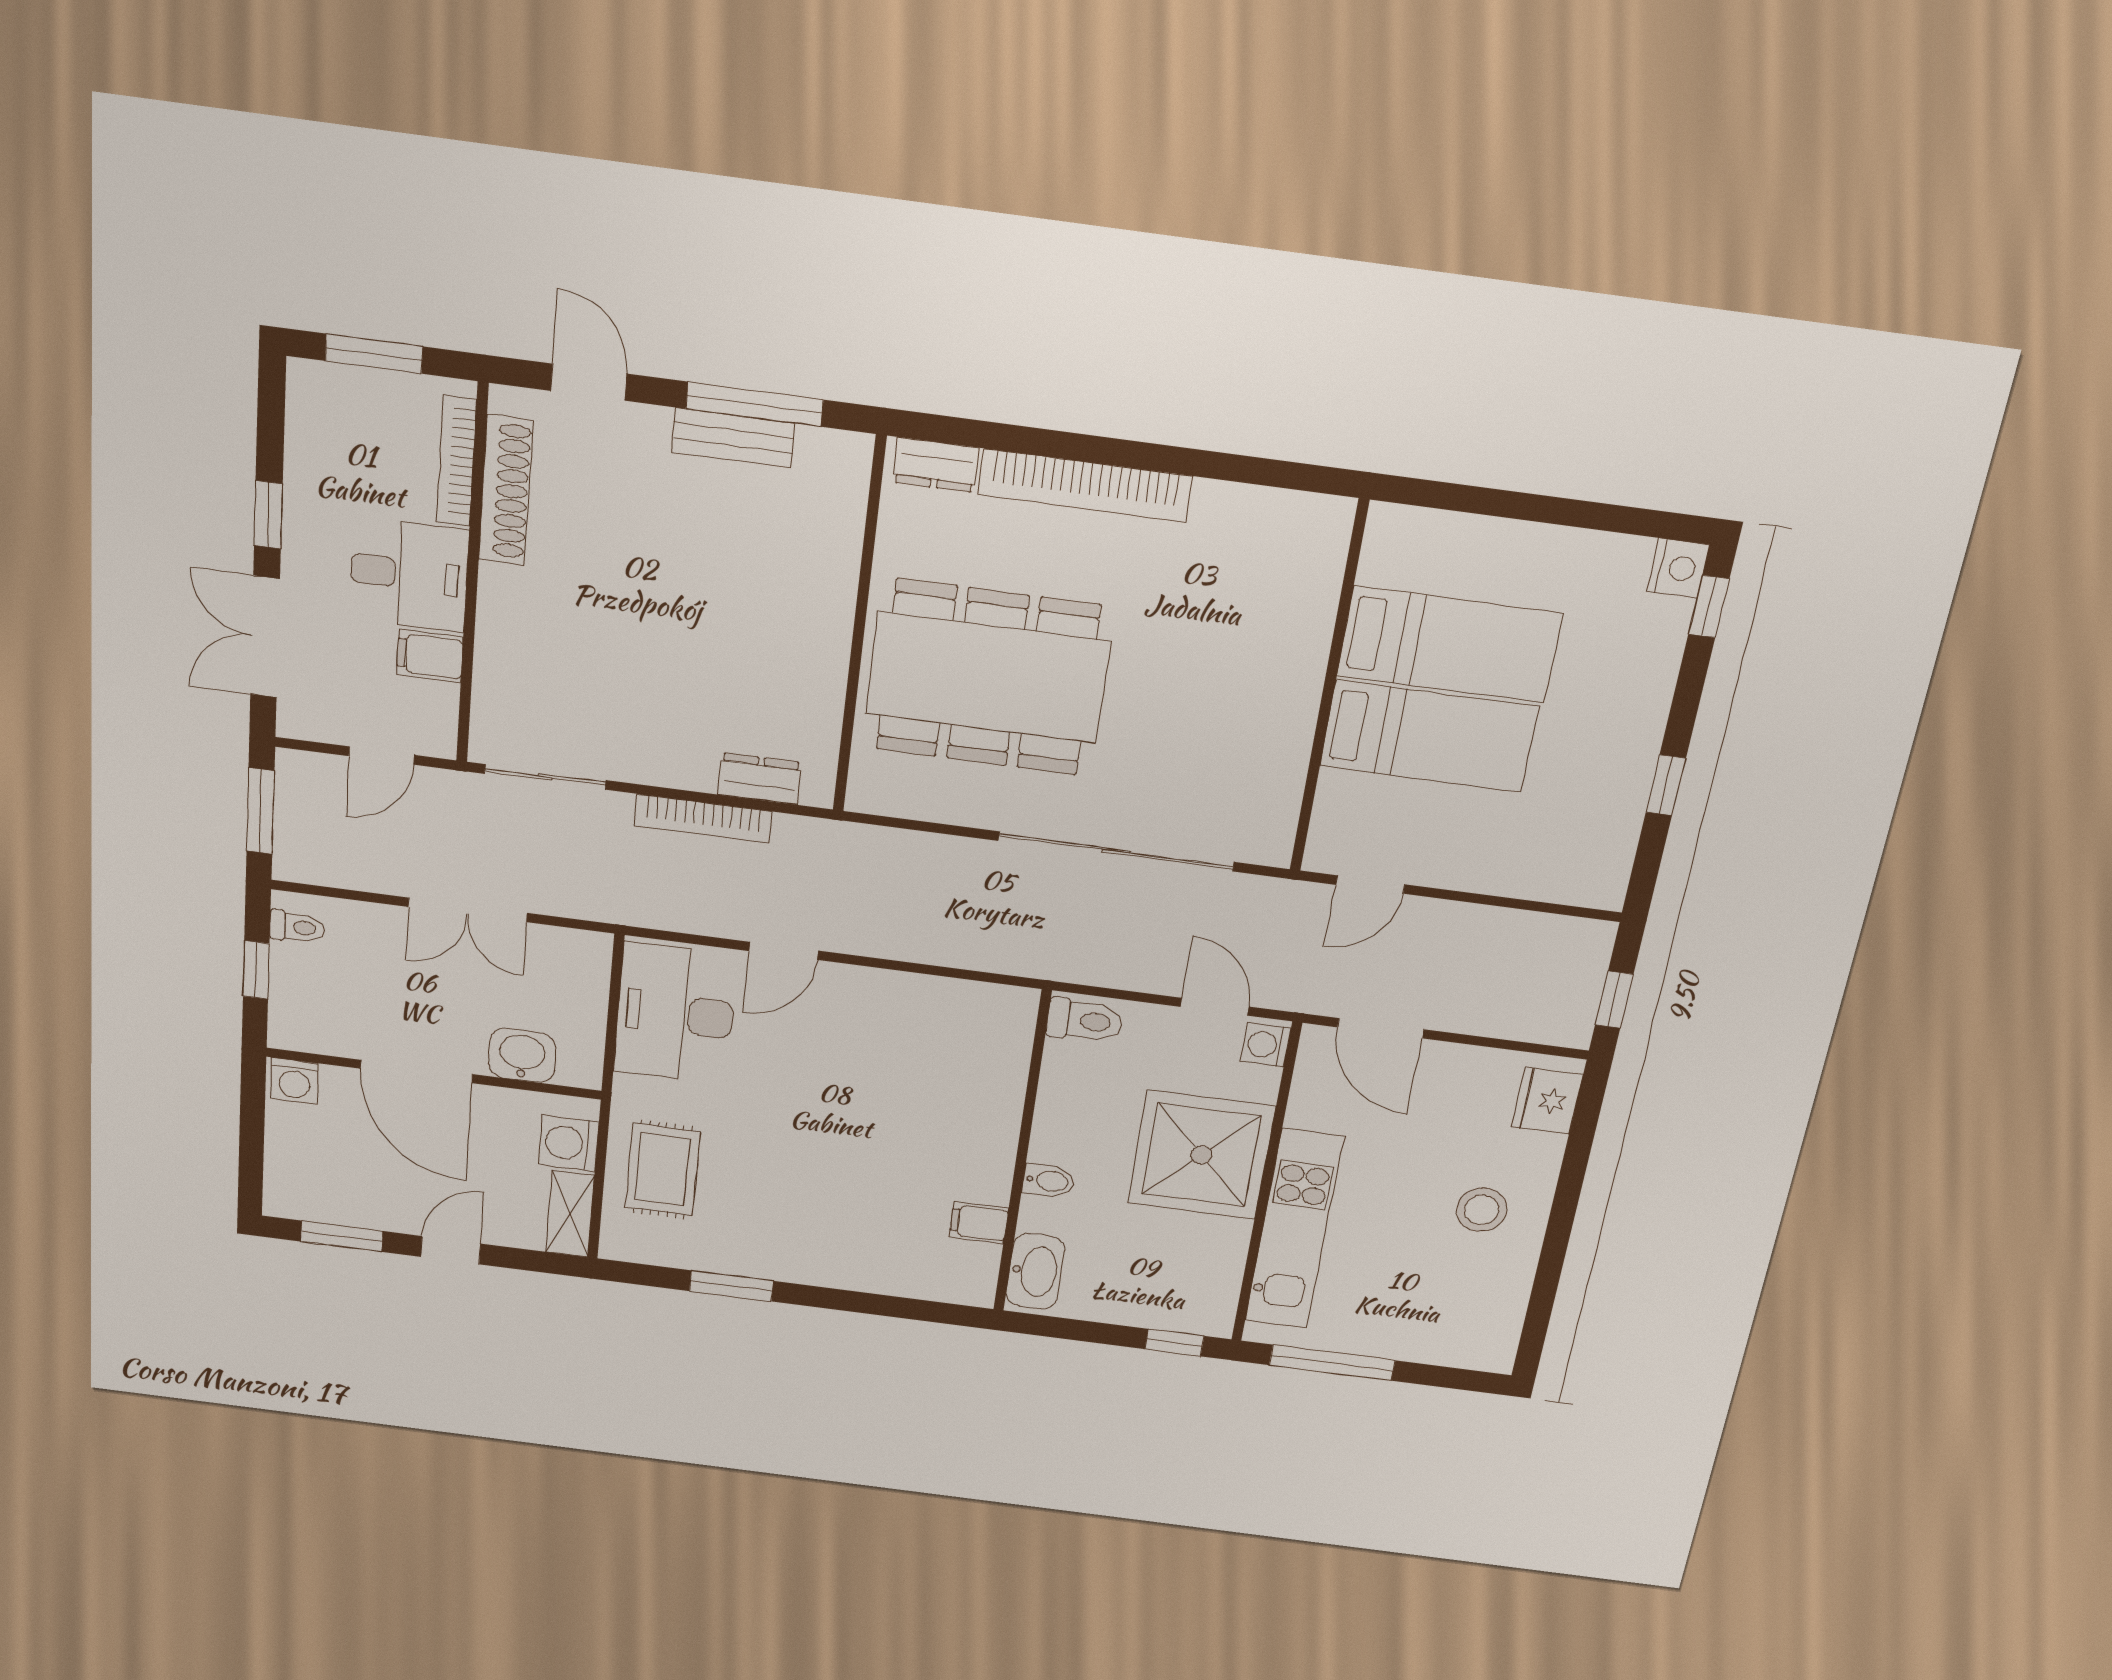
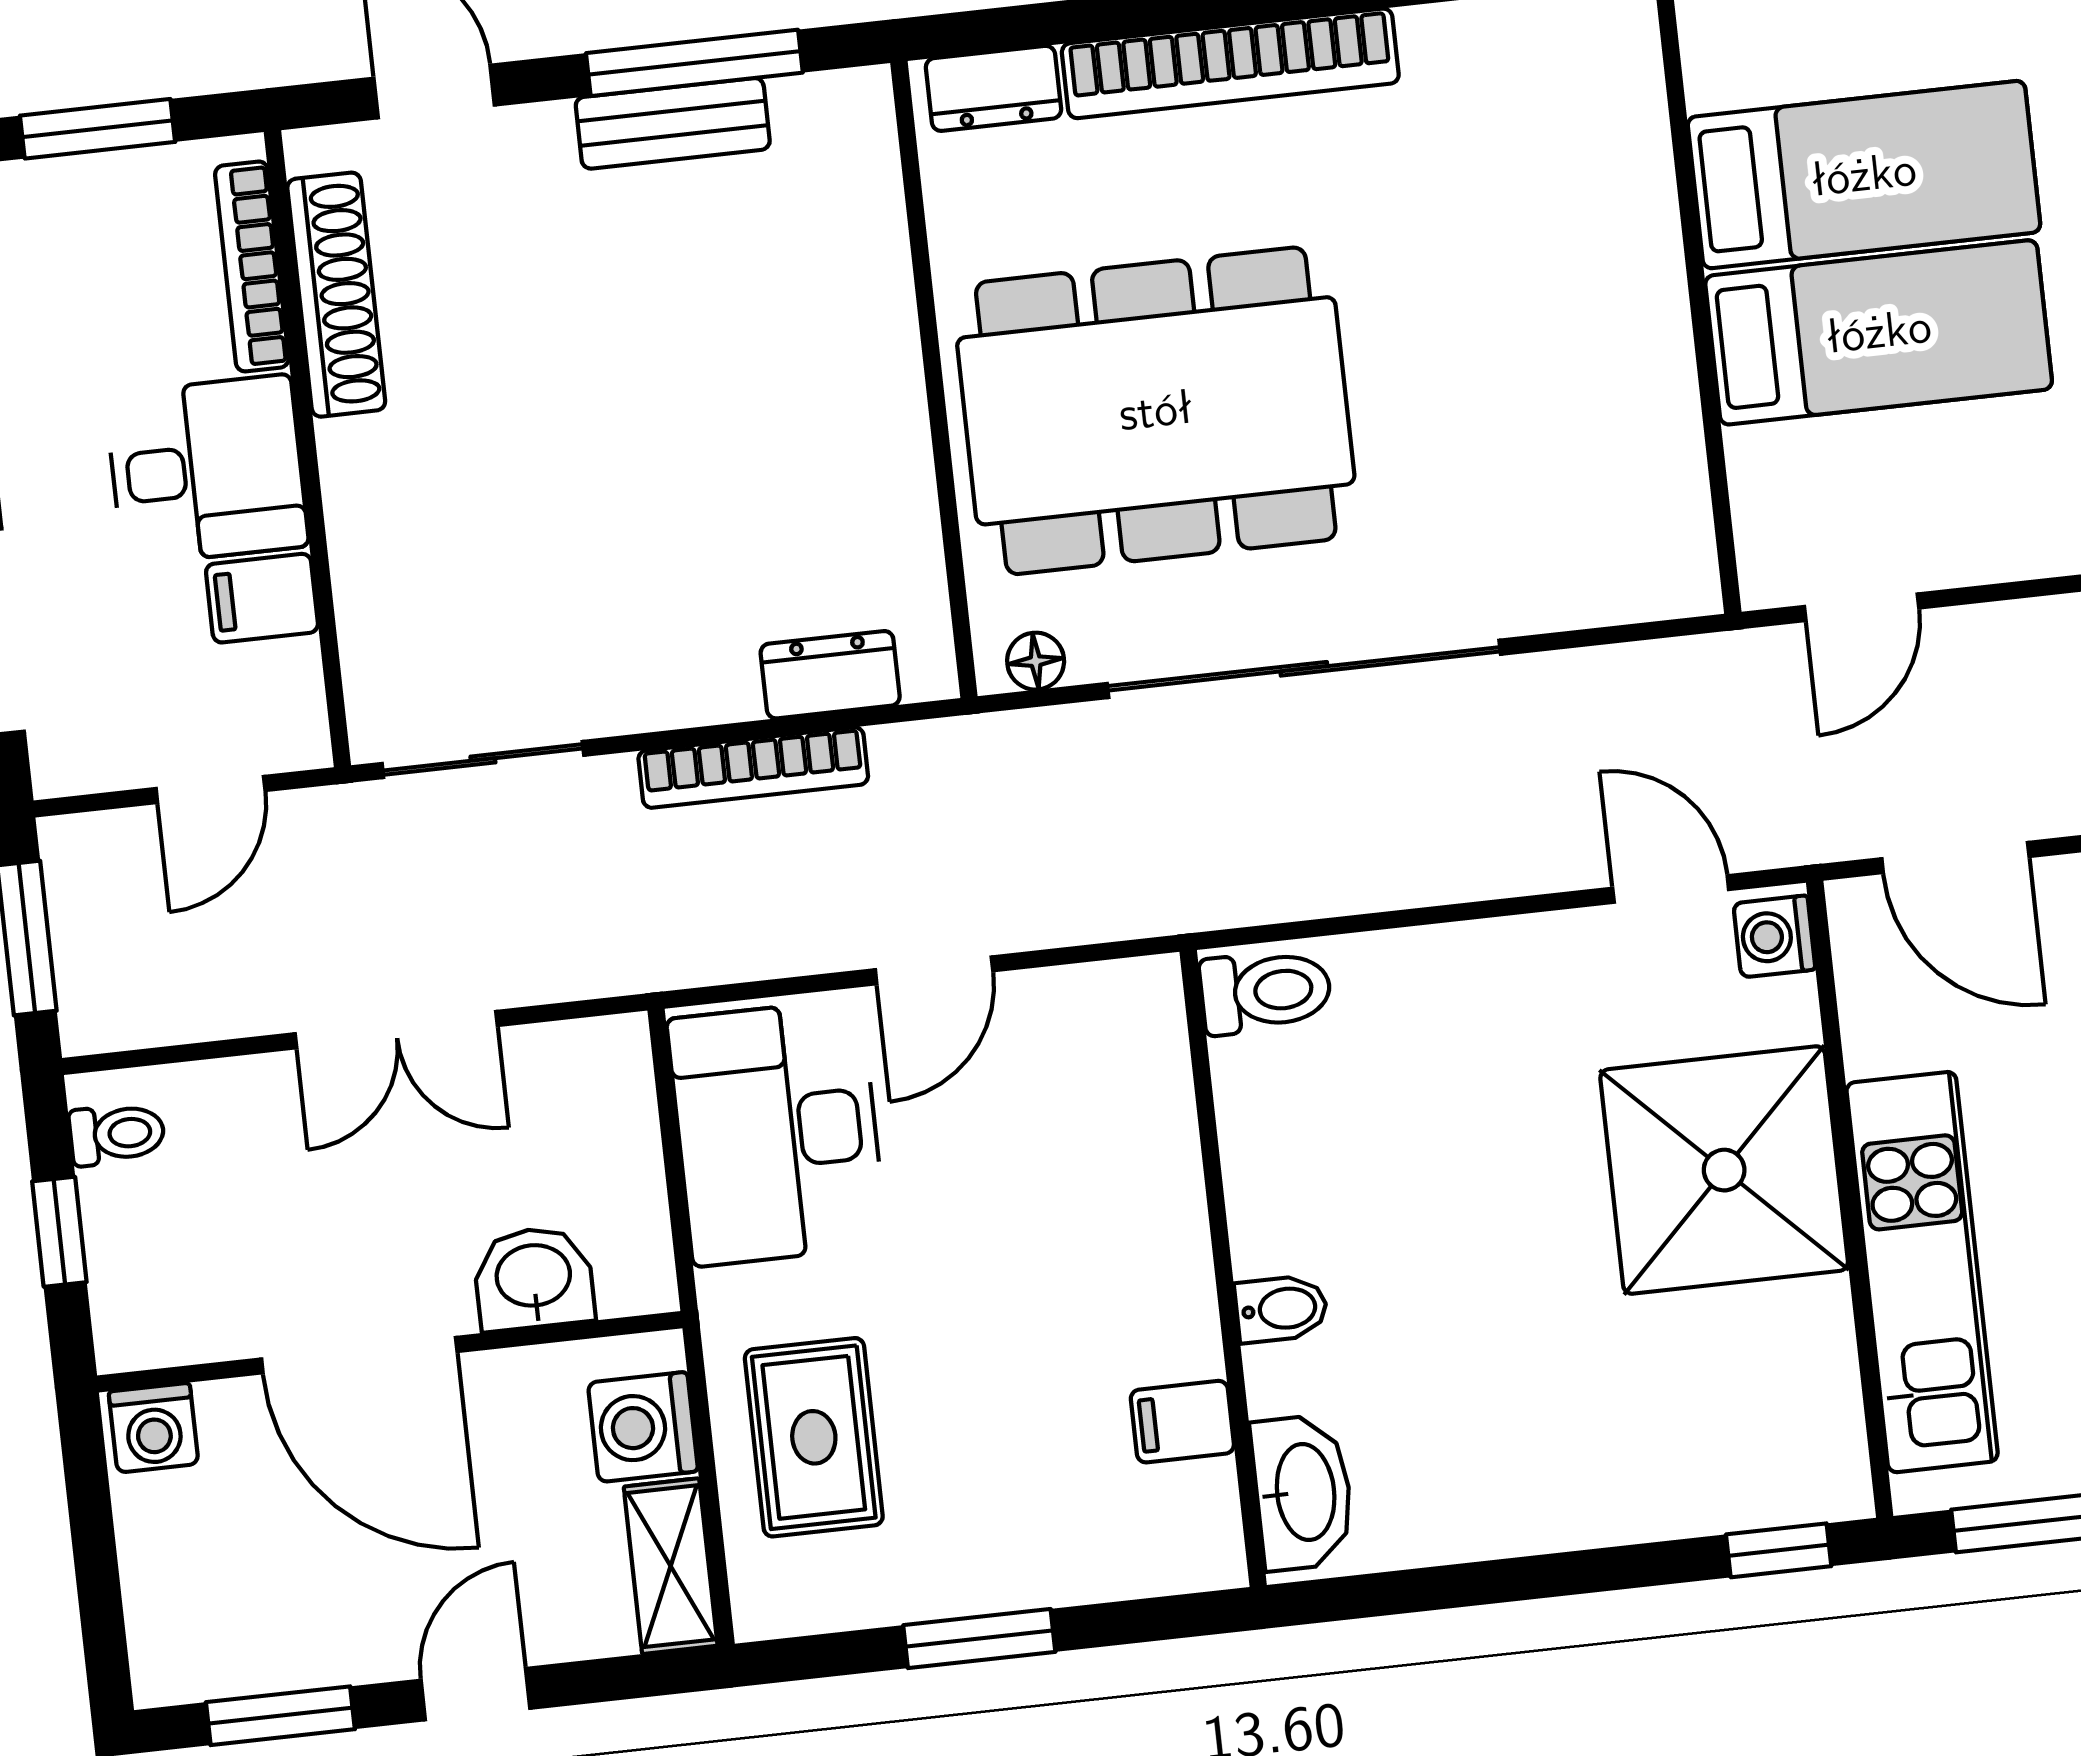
floor lamp: (882, 800) -> (1036, 661), added
sliding door: (1116, 851) -> (1304, 669), moved
toilet: (1085, 1021) -> (1266, 992), moved
wall: (1022, 1154) -> (1223, 1268), moved
bidet: (1049, 1181) -> (1281, 1309), moved
filing cabinet: (979, 1223) -> (1182, 1422), moved
washbasin: (1035, 1271) -> (1303, 1492), moved

